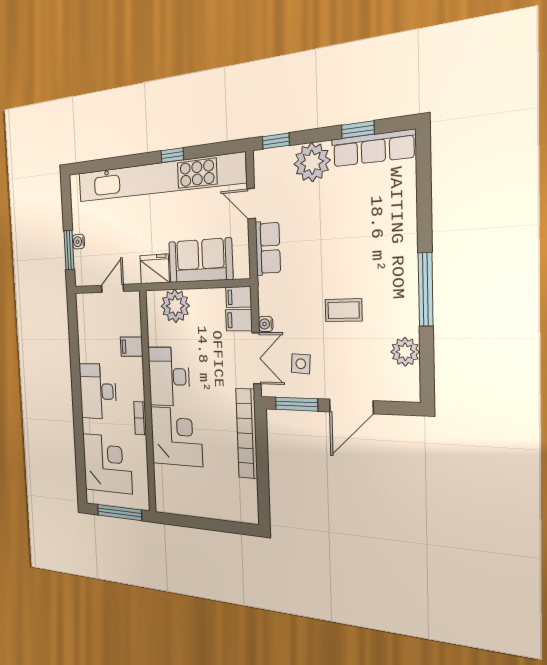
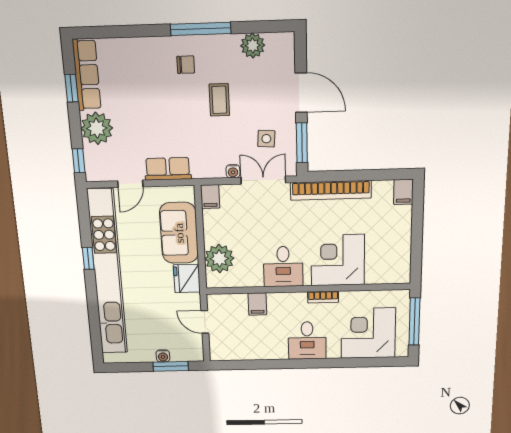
chair: (384, 271) -> (186, 65), added
filing cabinet: (239, 320) -> (403, 192), moved
desk: (169, 377) -> (283, 267), width x0.73
desk: (98, 391) -> (307, 341), width x0.73

